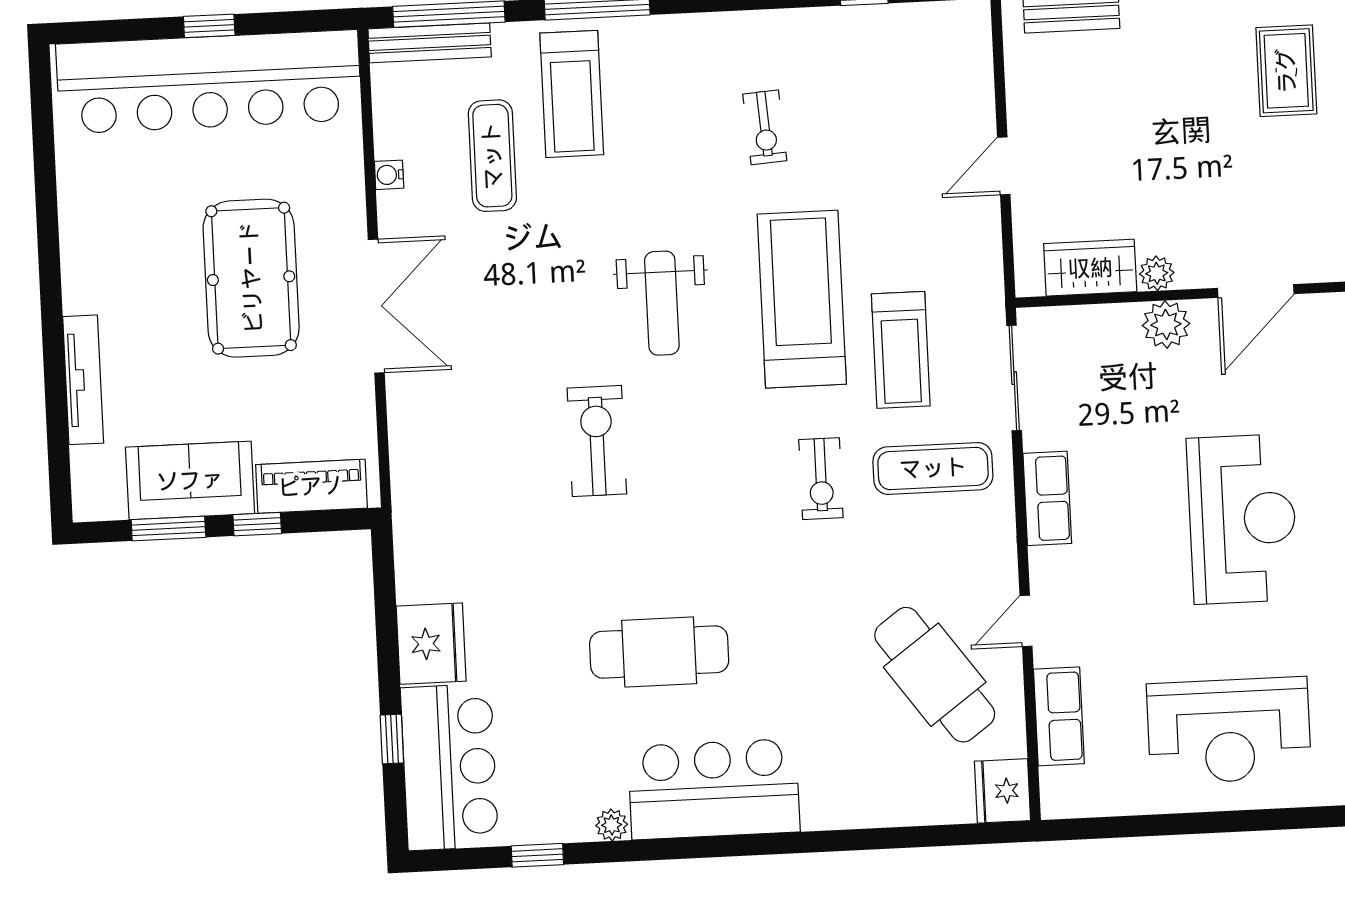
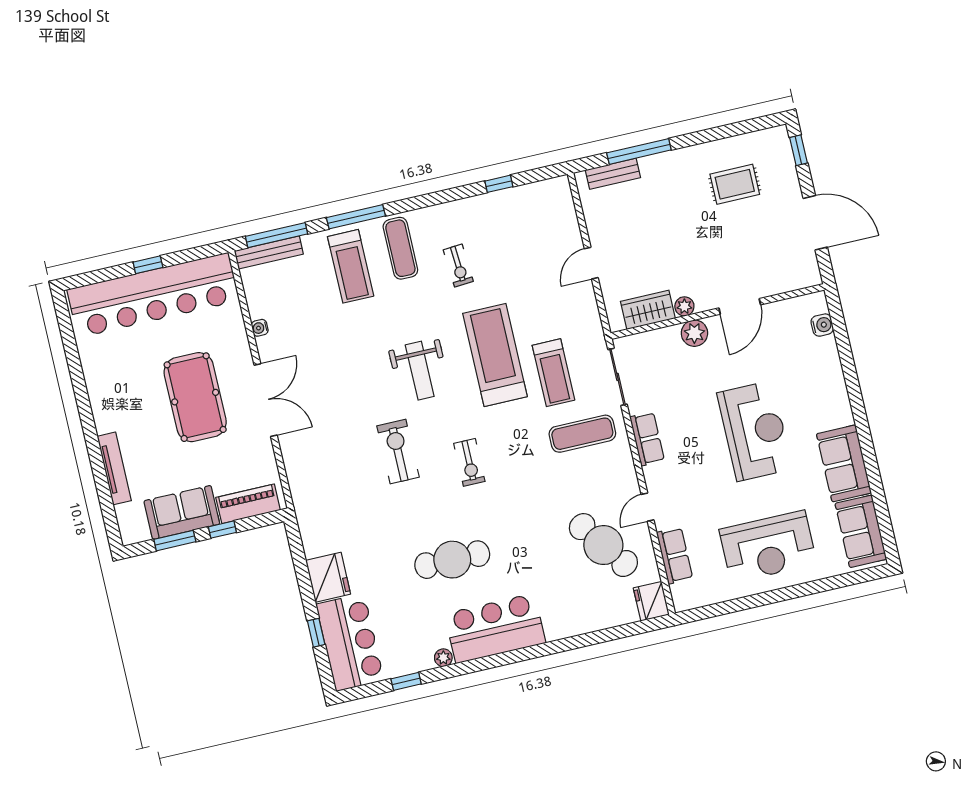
rug: (1286, 71) -> (735, 184), turned 90
exercise mat: (492, 156) -> (400, 248), moved
exercise bike: (821, 479) -> (469, 462), moved

